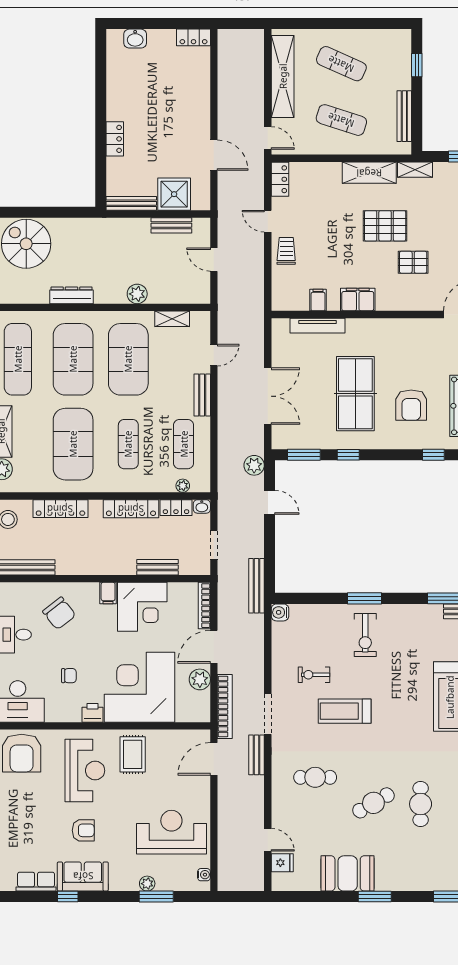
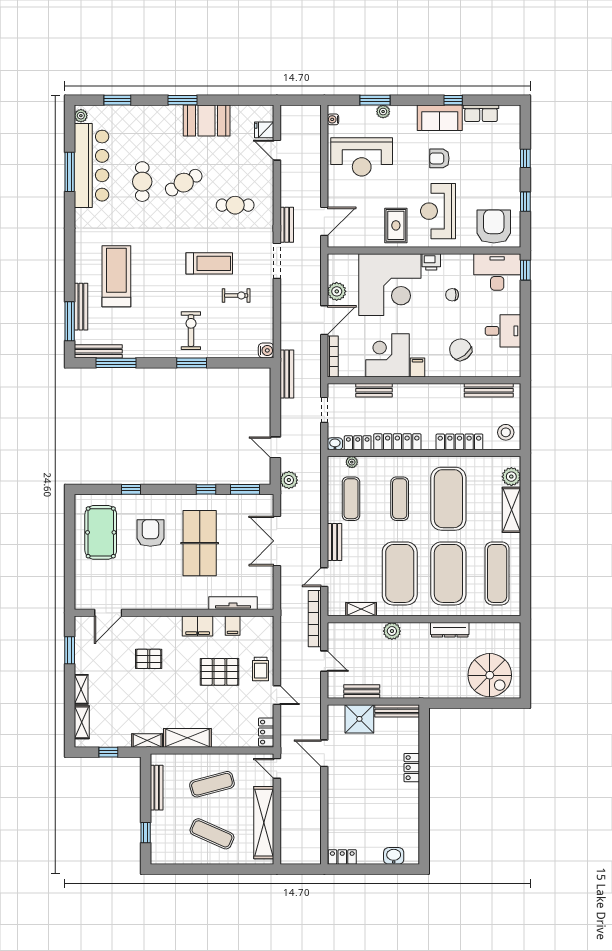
exercise mat: (341, 120) -> (212, 784), turned -33
pallet: (385, 226) -> (219, 672), moved
bookcase: (225, 706) -> (315, 619), moved

